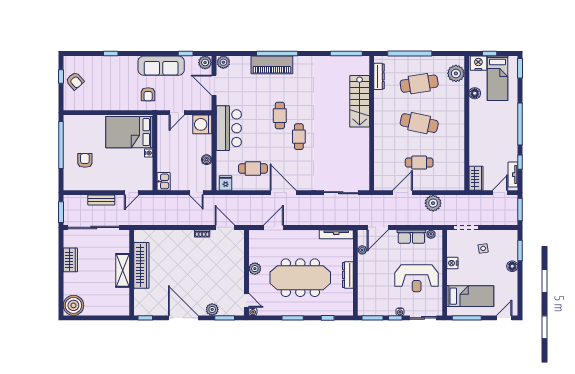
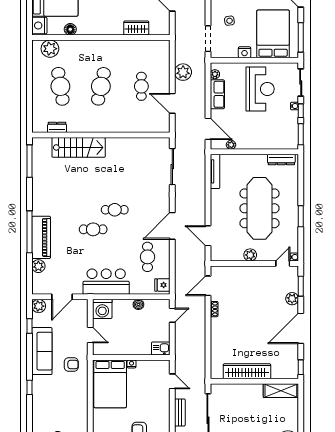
window: (111, 54) -> (30, 387), moved
window: (410, 54) -> (30, 96), removed
window: (490, 54) -> (30, 14), removed
plant: (223, 62) -> (38, 266), moved
dresser: (379, 76) -> (57, 127), width x0.70
wardrobe: (476, 178) -> (136, 28), moved
shelving: (123, 270) -> (281, 391), moved
dresser: (348, 275) -> (281, 160), moved
bed: (470, 296) -> (273, 34), width x1.50
window: (328, 318) -> (301, 180), removed

